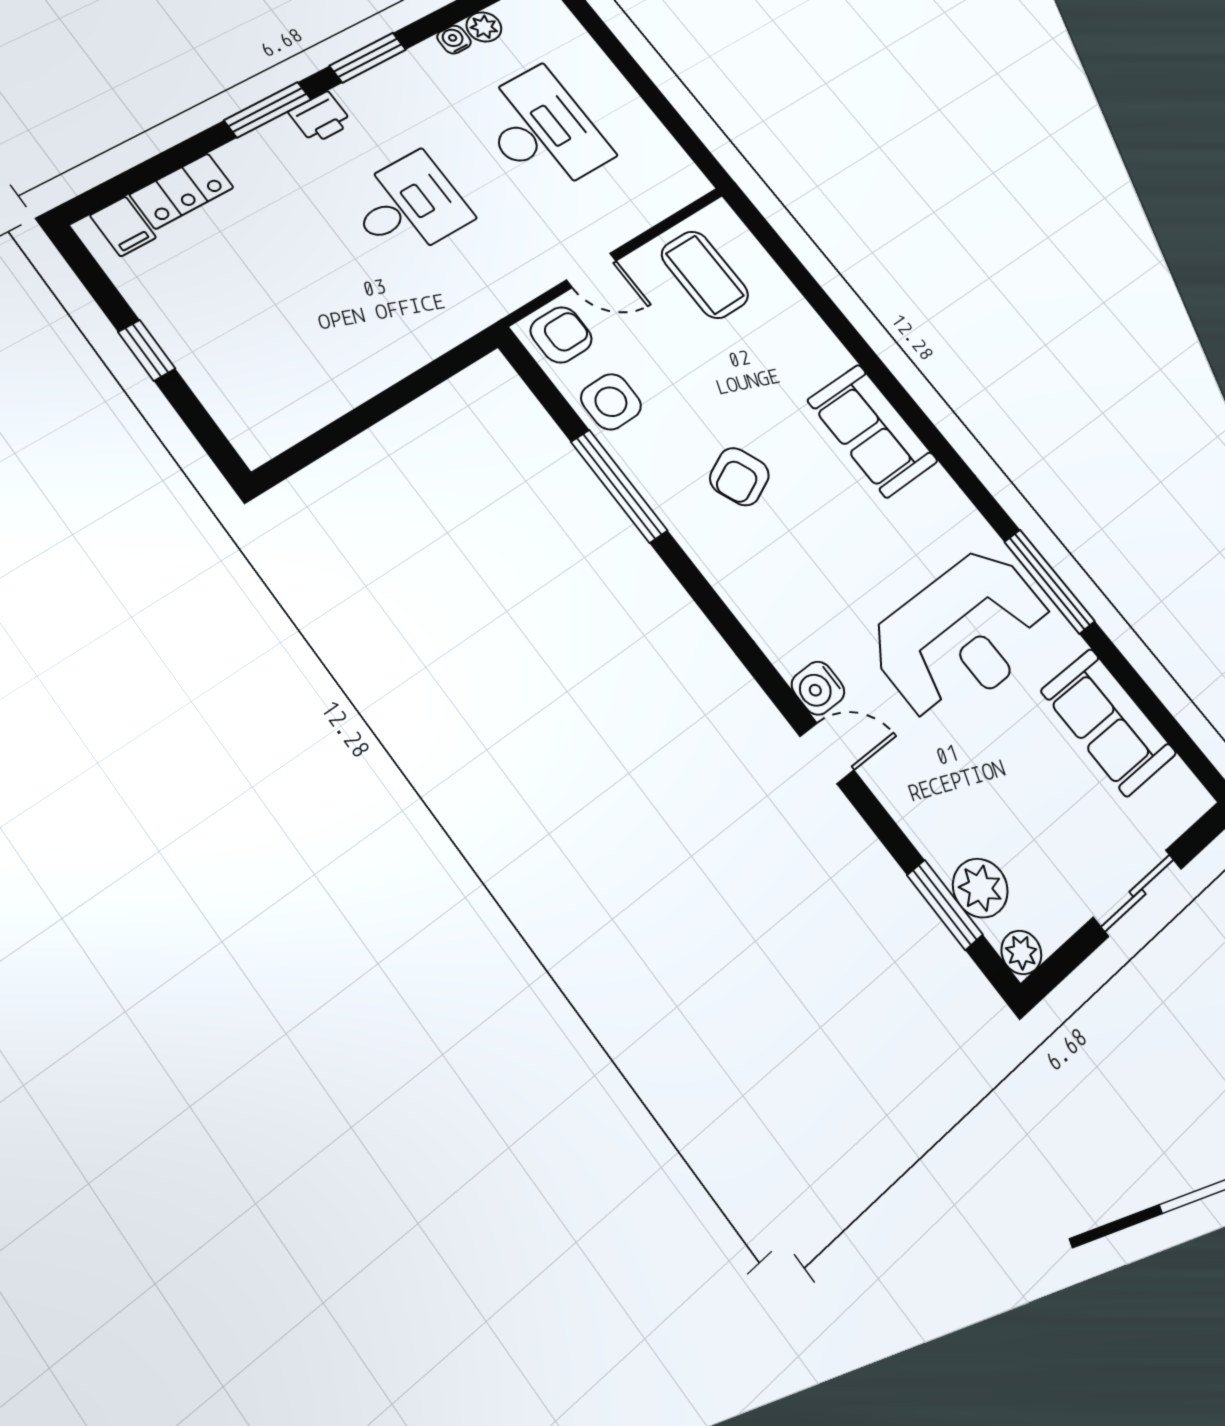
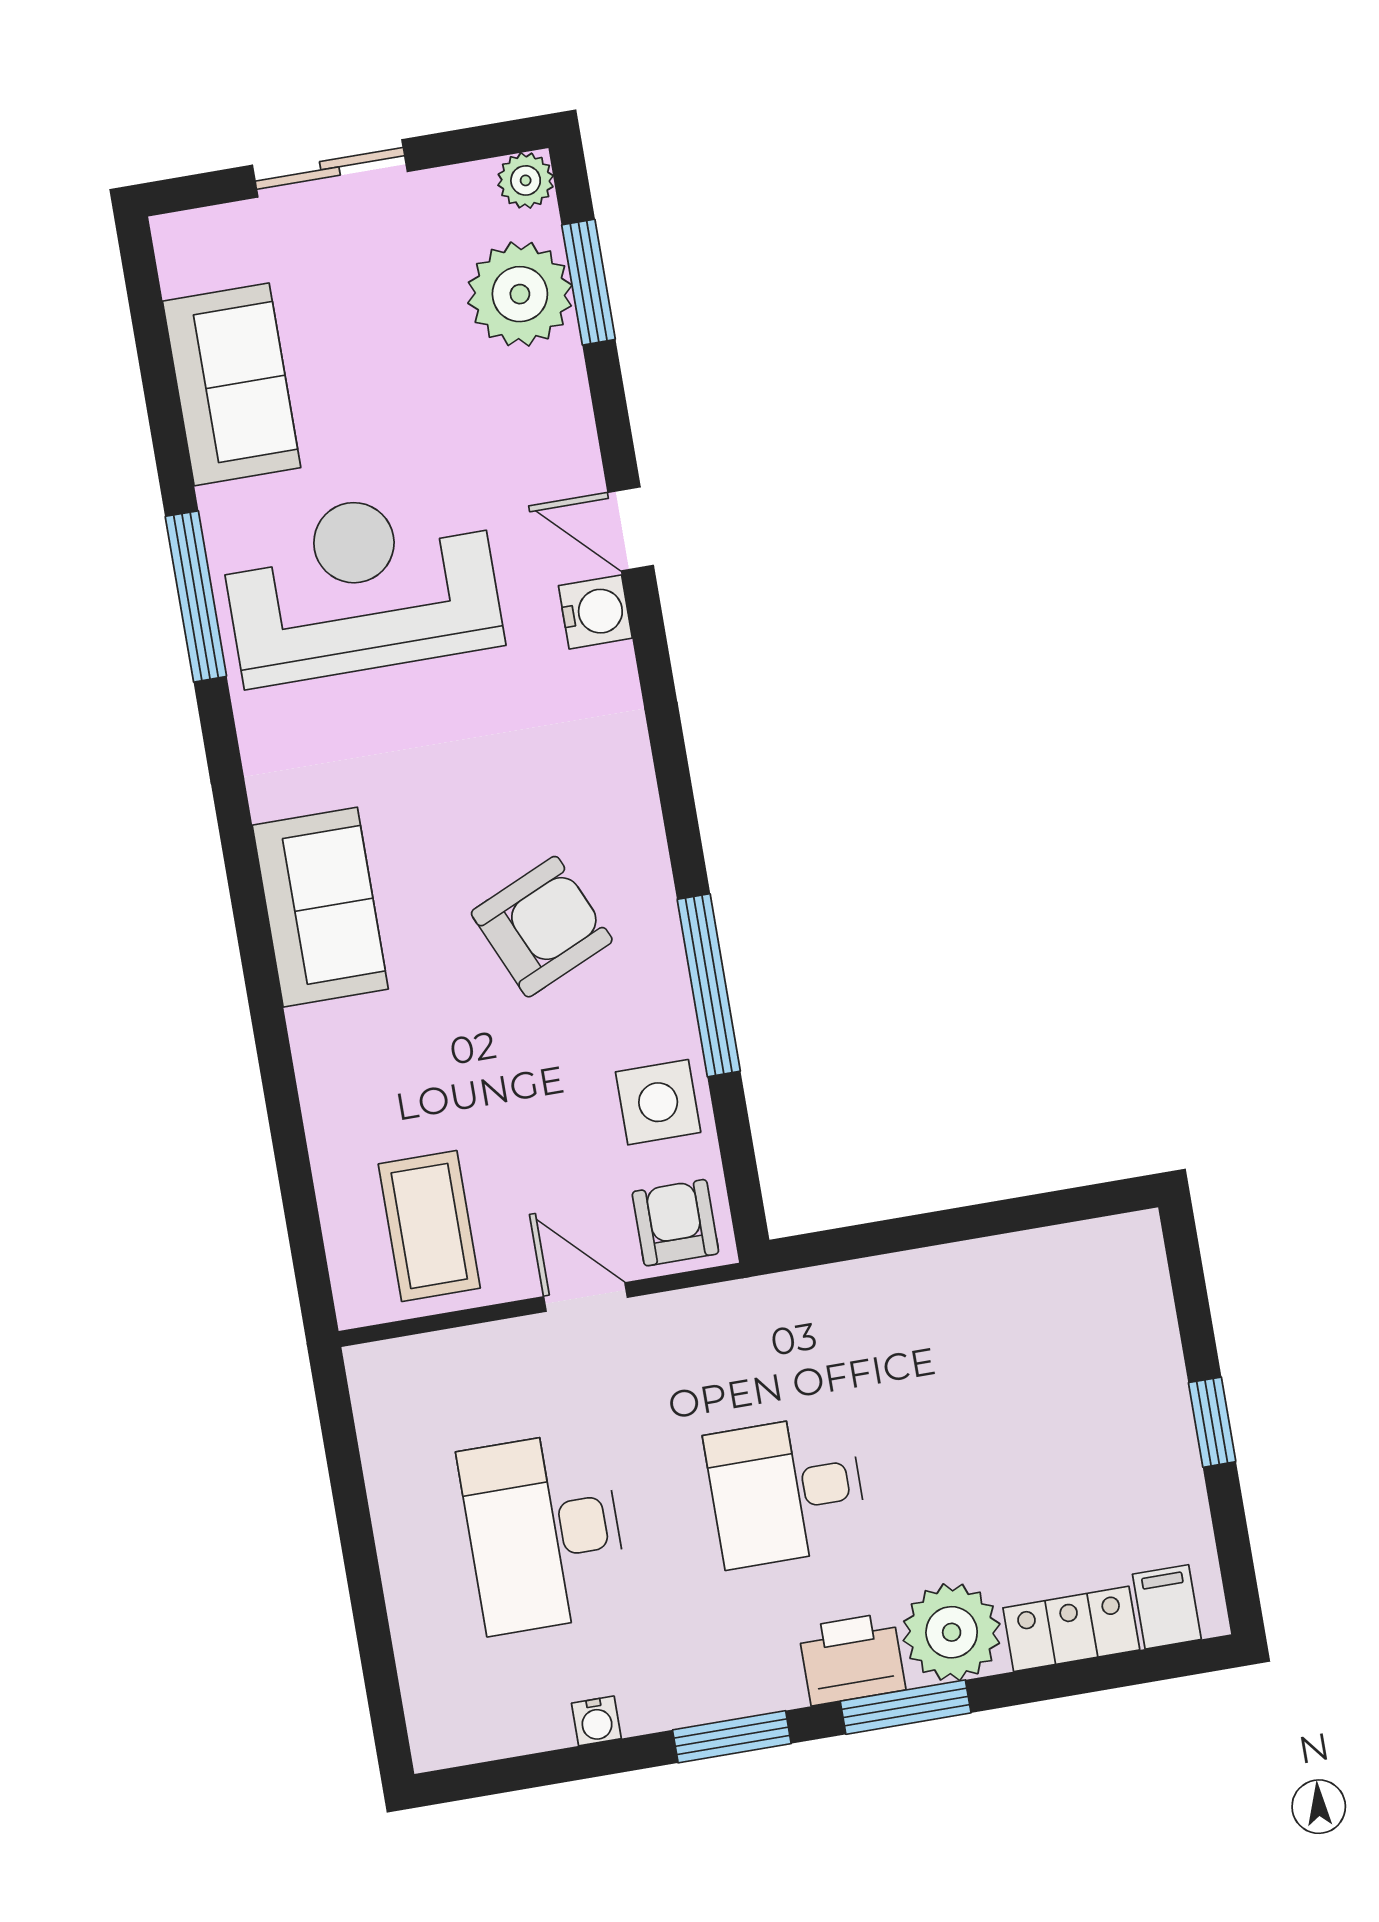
plant: (484, 27) -> (952, 1632), moved, width x1.87, depth x1.87
printer: (320, 118) -> (852, 1659), width x1.36, depth x1.24
armchair: (561, 335) -> (675, 1223), turned 90
armchair: (739, 477) -> (542, 927), width x1.38, depth x1.38
plant: (980, 888) -> (520, 294), width x1.36, depth x1.36

